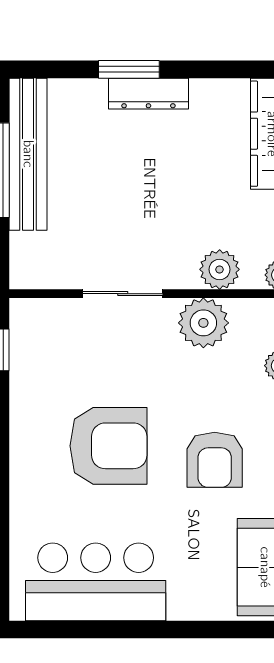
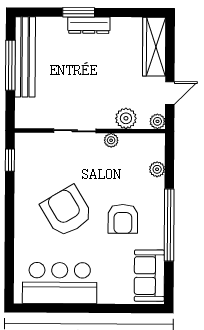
plant: (203, 323) -> (111, 140), width x0.53, depth x0.53
armchair: (108, 446) -> (67, 211), turned -121

